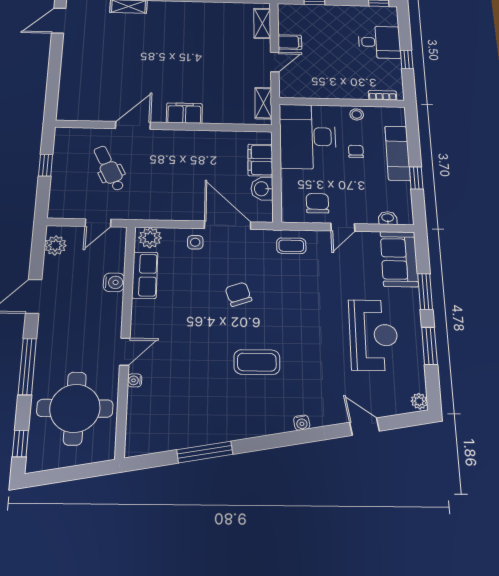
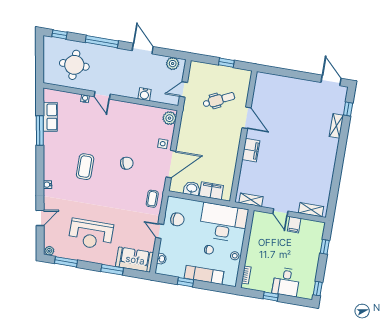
door: (98, 223) -> (183, 89), hinge flipped
row of seats: (145, 275) -> (50, 117), moved, turned -100
window: (429, 346) -> (66, 262), moved
round table: (75, 408) -> (74, 65), width x0.73, depth x0.73

